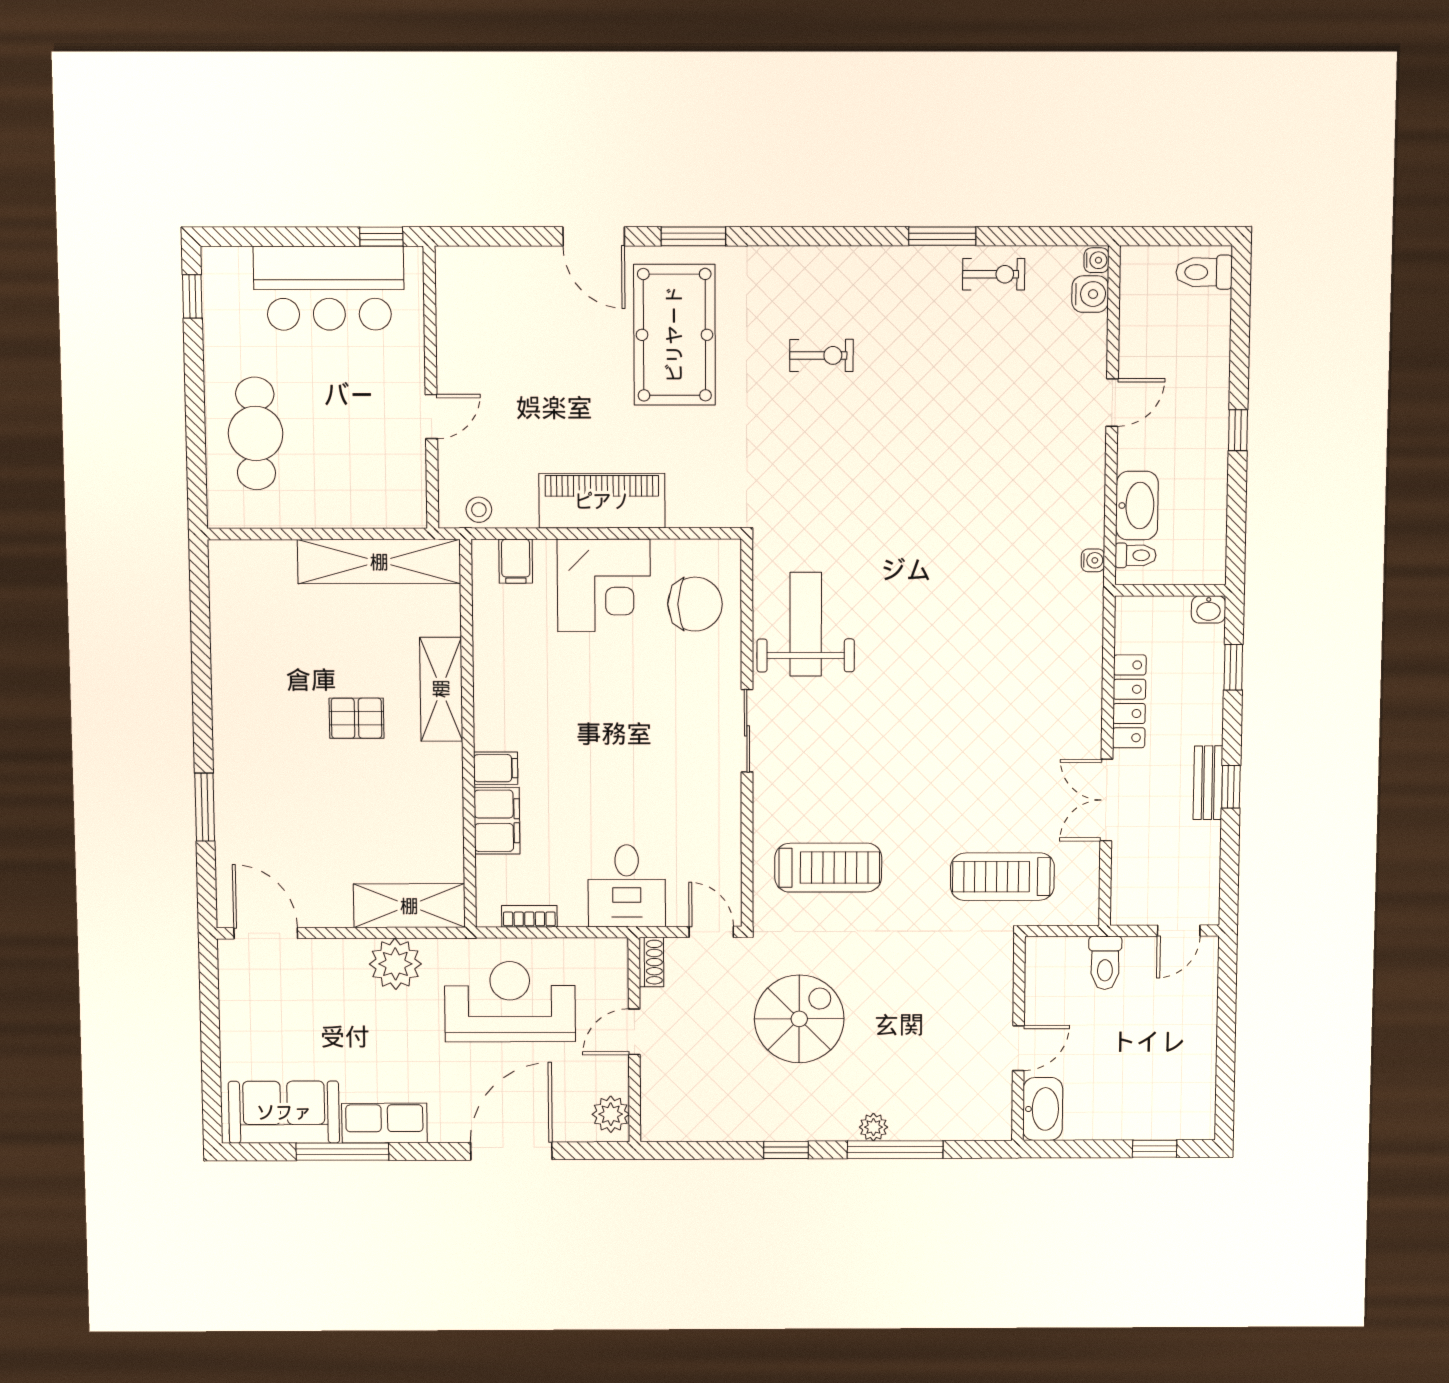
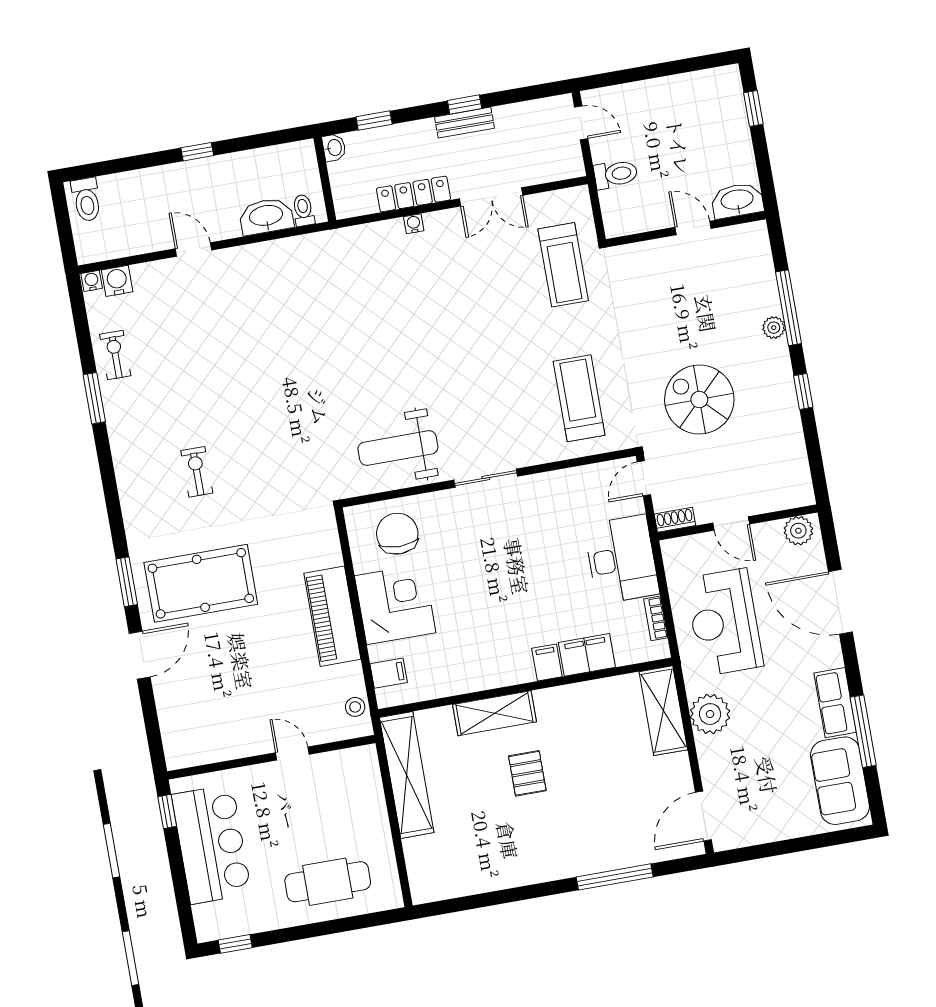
water cooler: (1093, 560) -> (414, 224), moved
window: (205, 807) -> (615, 877), width x1.44
desk: (627, 886) -> (622, 559), width x1.37

